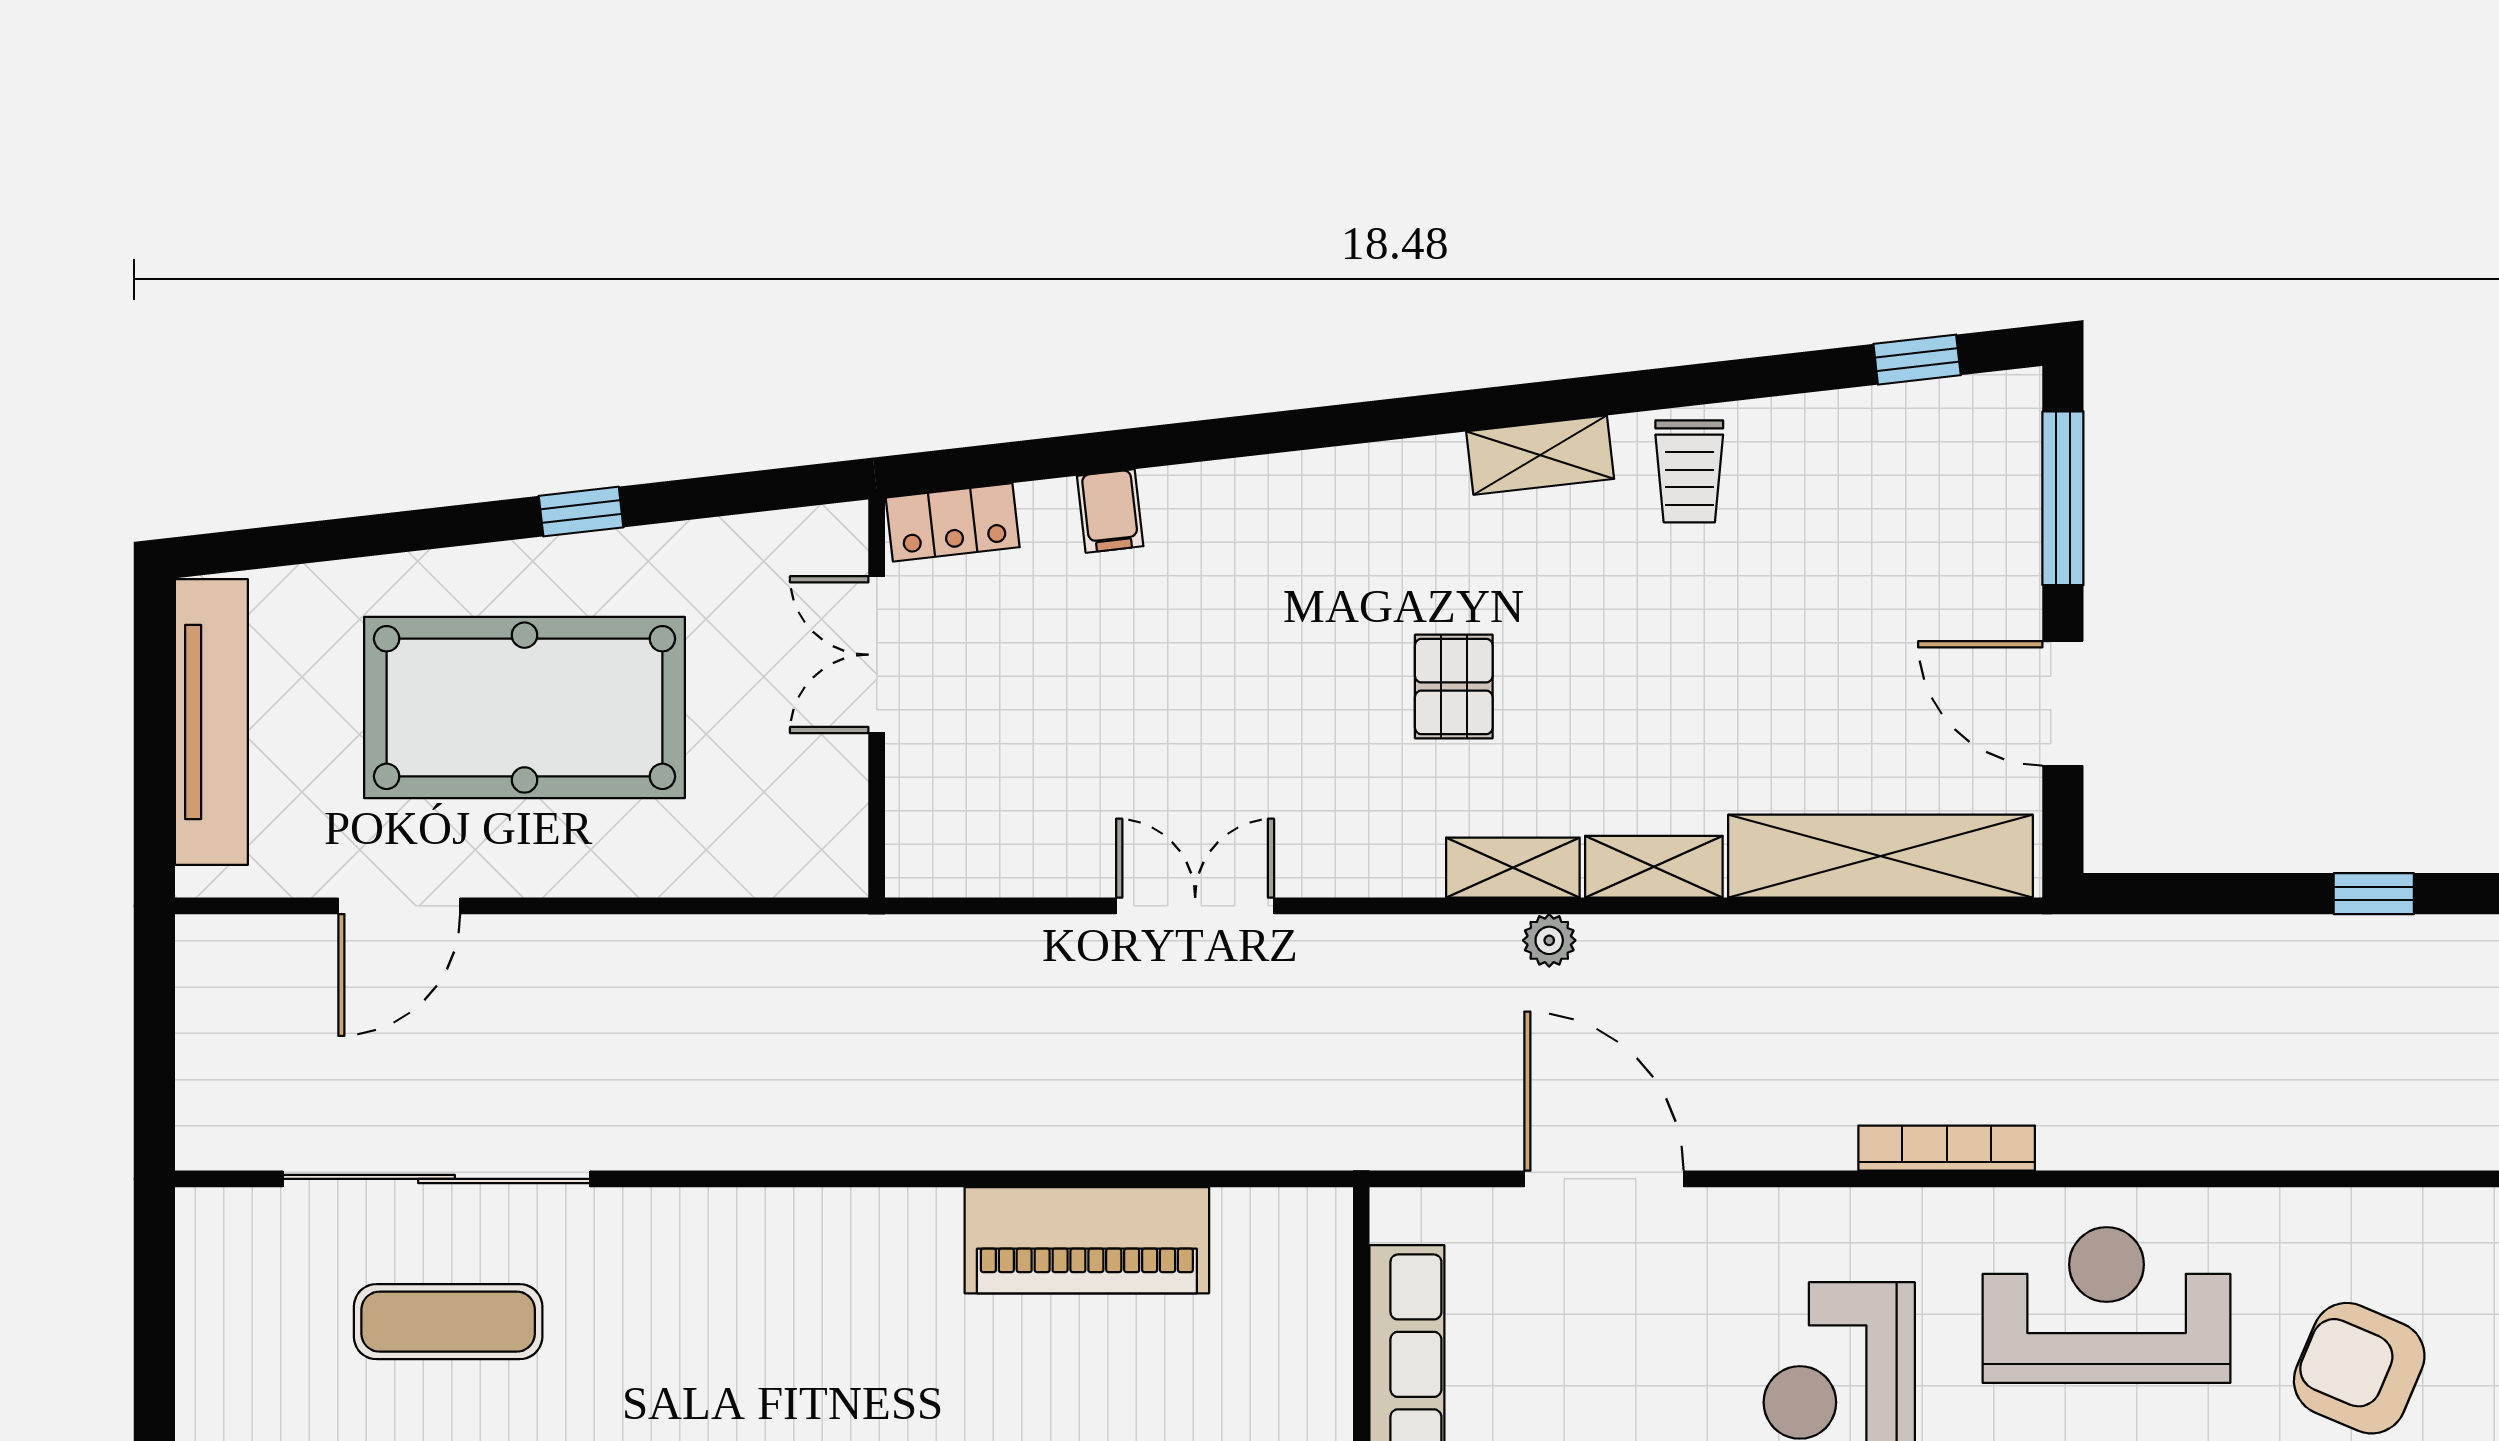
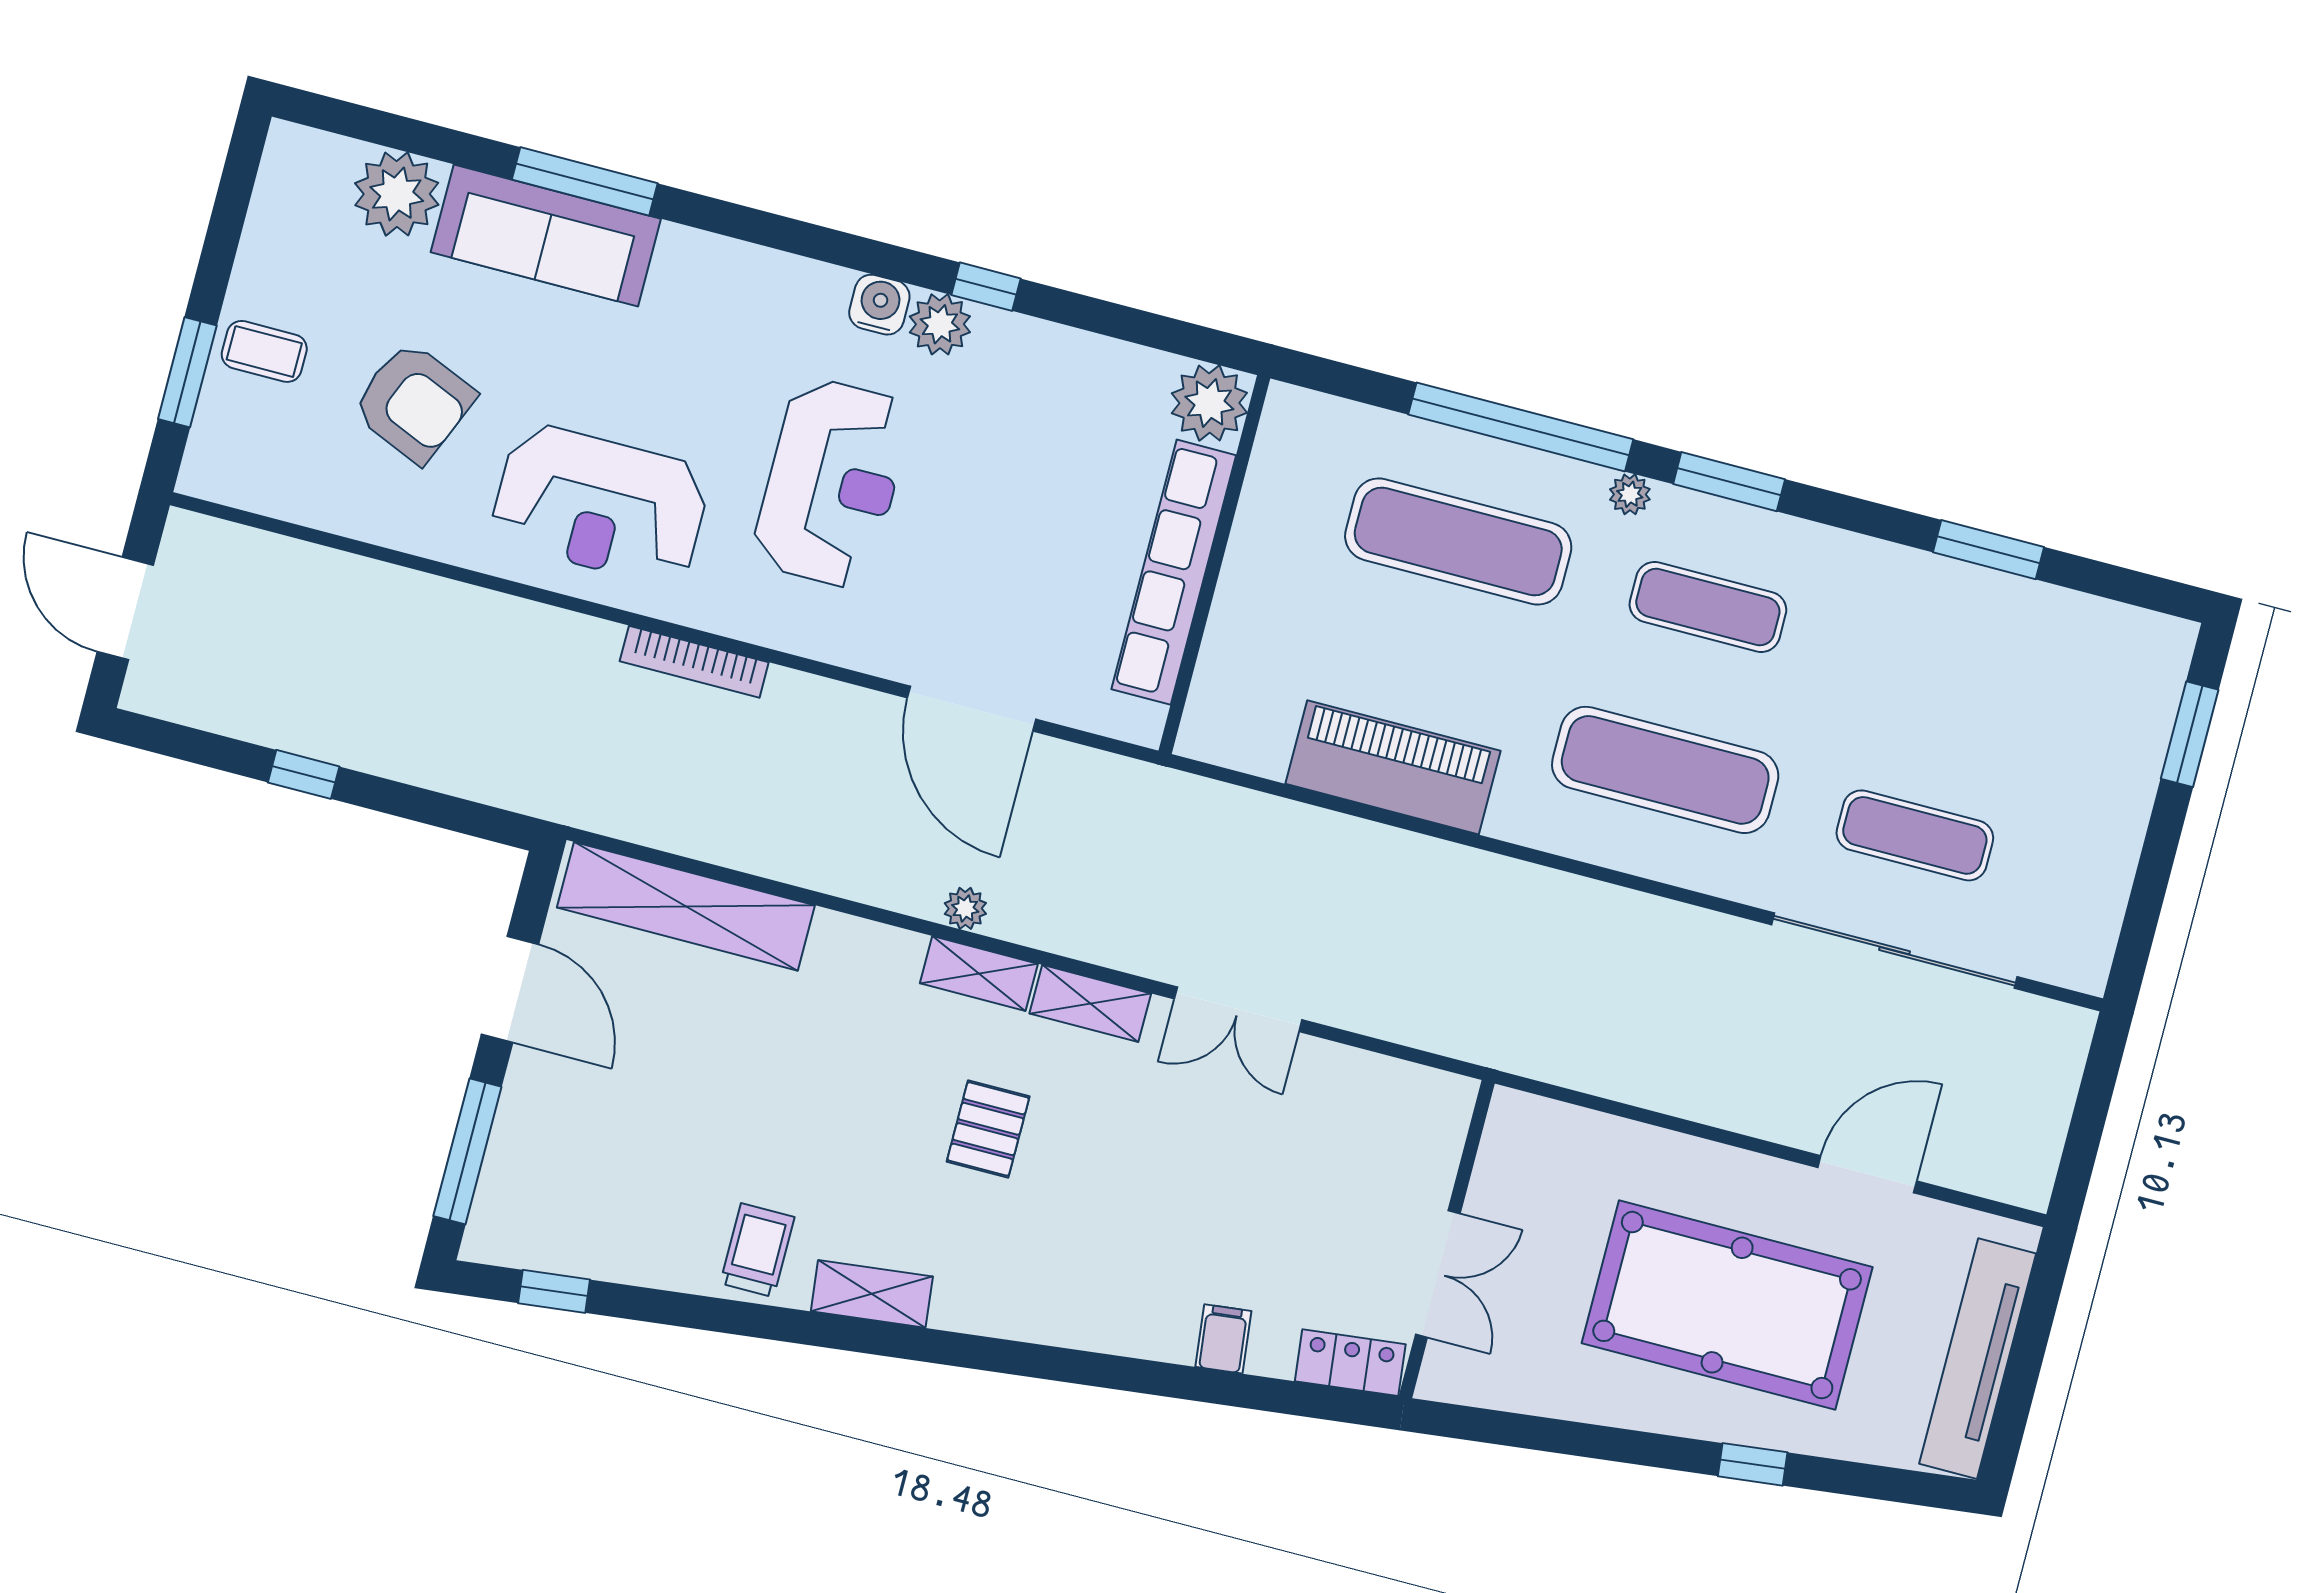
window: (581, 512) -> (1753, 1464), moved
shelving: (1654, 867) -> (1090, 1003), moved
exercise mat: (764, 1322) -> (1665, 770), added

